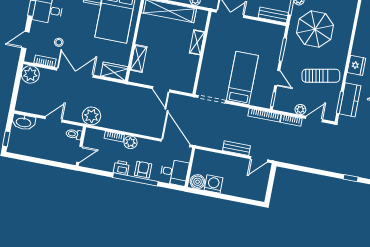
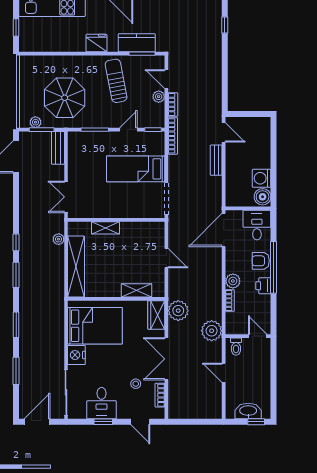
plant: (30, 74) -> (178, 311), moved
door: (161, 89) -> (166, 258), hinge flipped
washbasin: (24, 122) -> (248, 411), moved, turned -90

